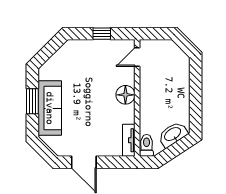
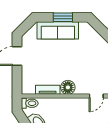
door: (137, 57) -> (96, 96), swing flipped
tv unit: (129, 140) -> (48, 90), moved

